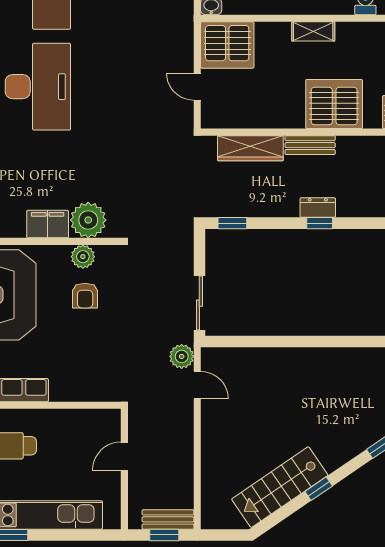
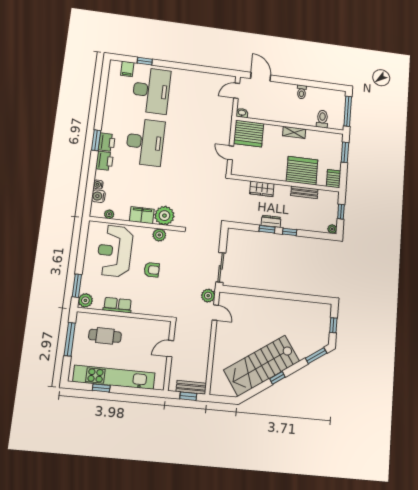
bench: (310, 145) -> (304, 192), moved
wardrobe: (250, 148) -> (262, 189), width x0.67
dresser: (318, 208) -> (271, 221), moved
window: (232, 223) -> (267, 229), moved
armchair: (85, 296) -> (152, 270), moved, turned -90
stairs: (280, 487) -> (262, 366), width x1.36, depth x1.51

